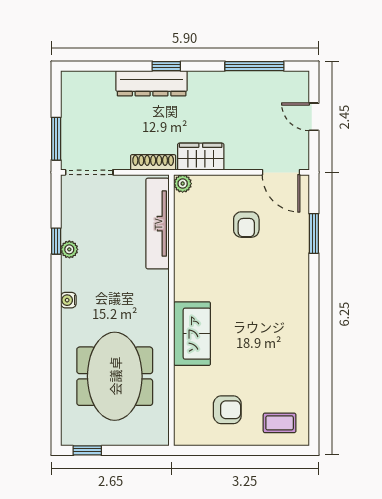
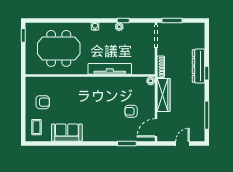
wardrobe: (201, 157) -> (163, 95), width x1.50
tv unit: (158, 224) -> (110, 69), moved
sofa: (192, 334) -> (67, 133), moved, turned 180
armchair: (227, 410) -> (43, 102), turned -90

